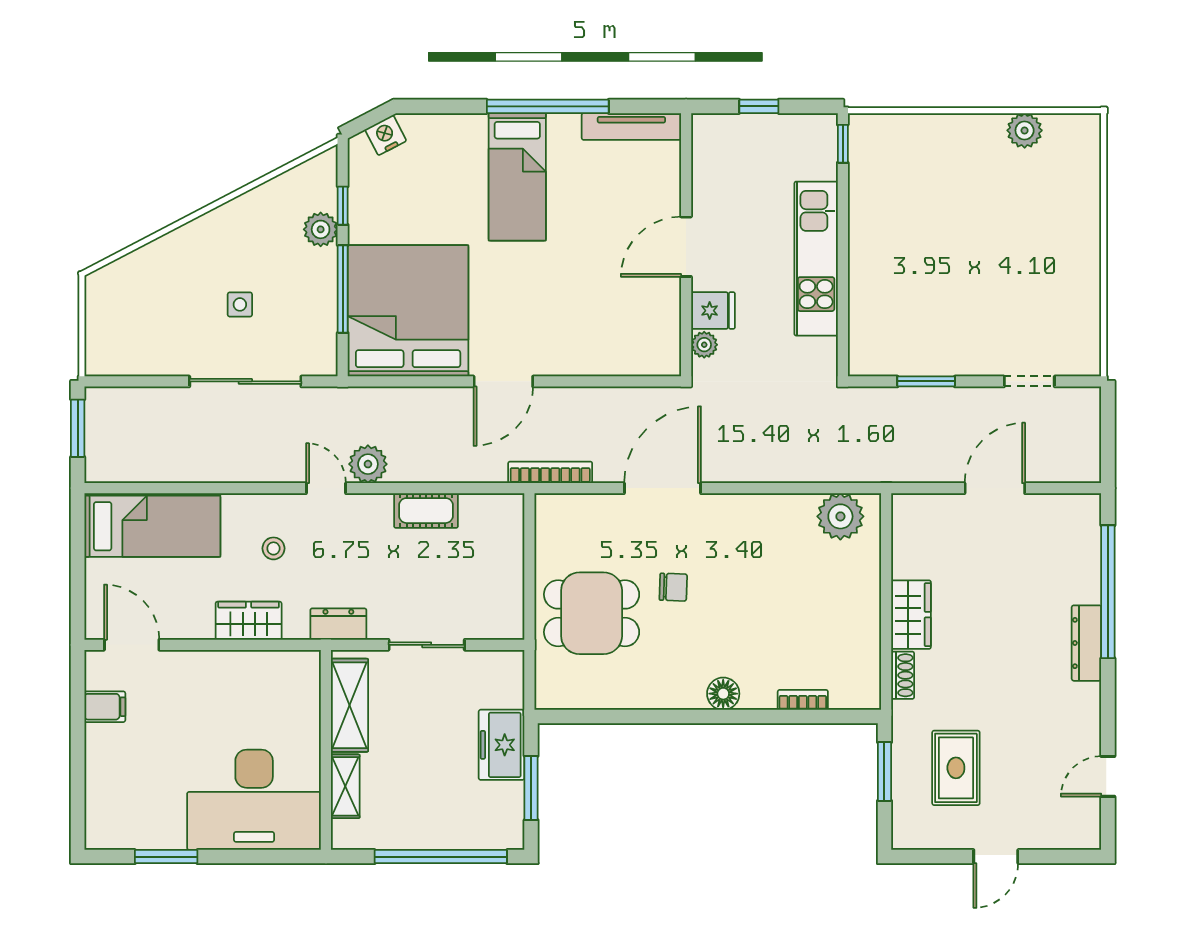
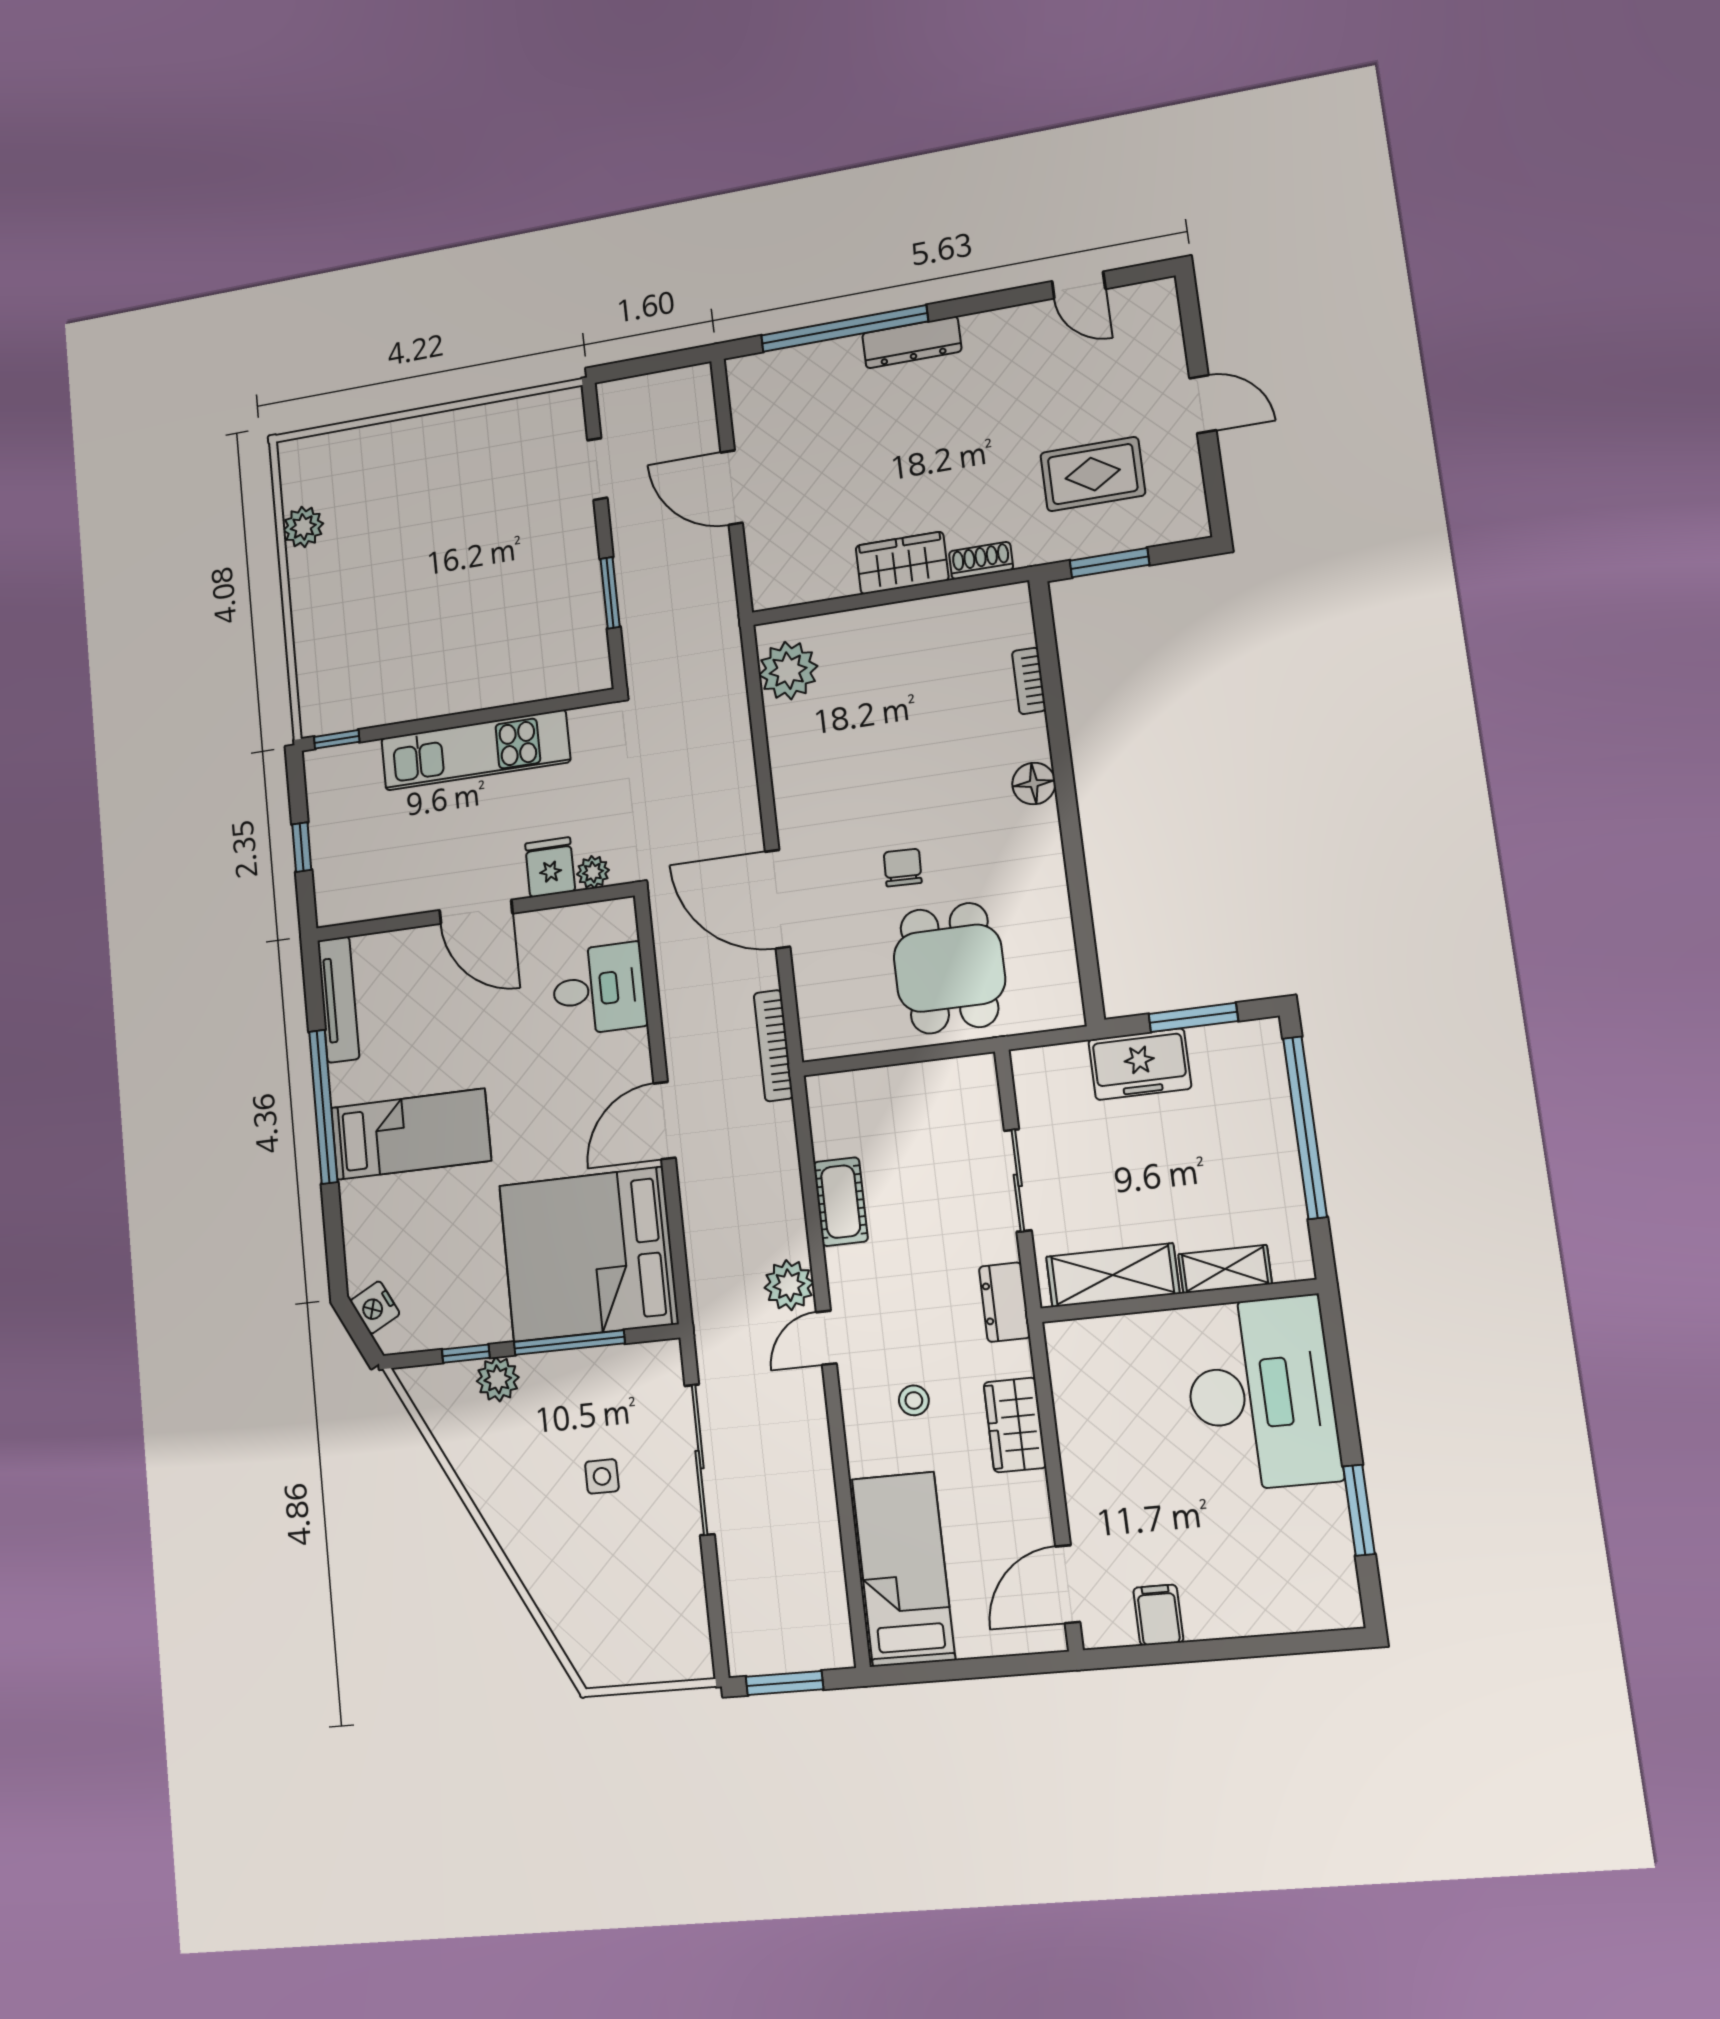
desk: (612, 340) -> (599, 989), added
door: (503, 381) -> (665, 1121), swing flipped

